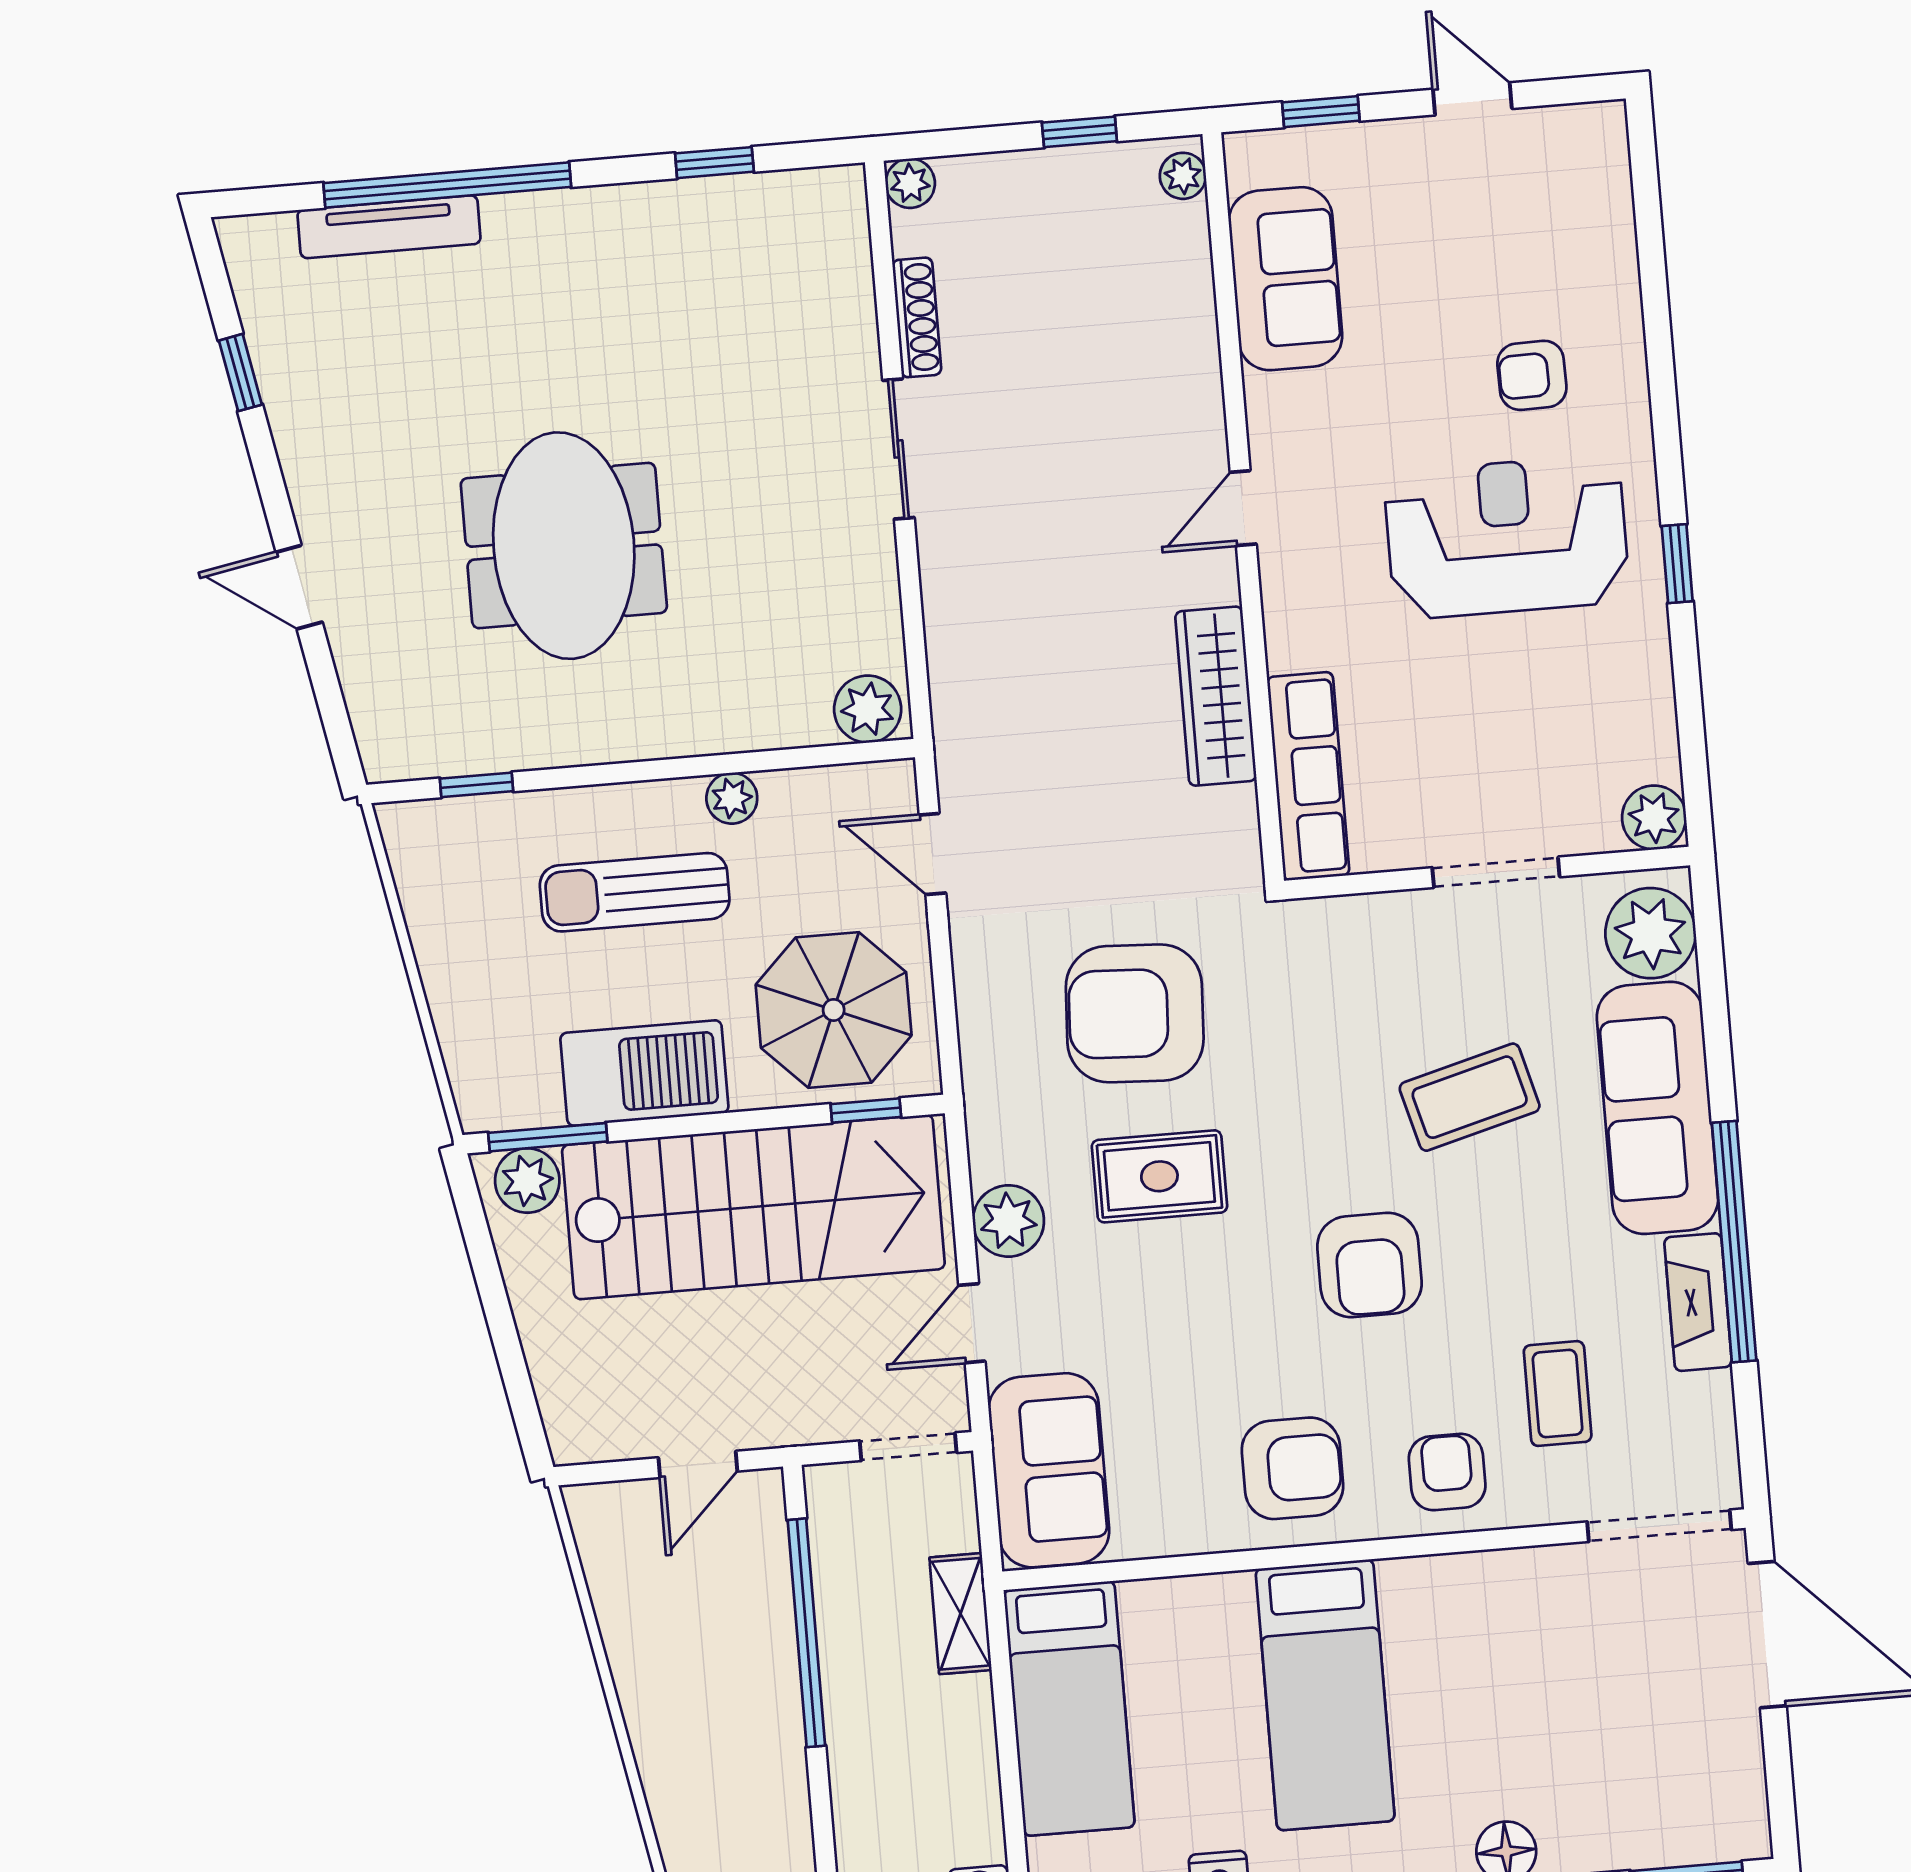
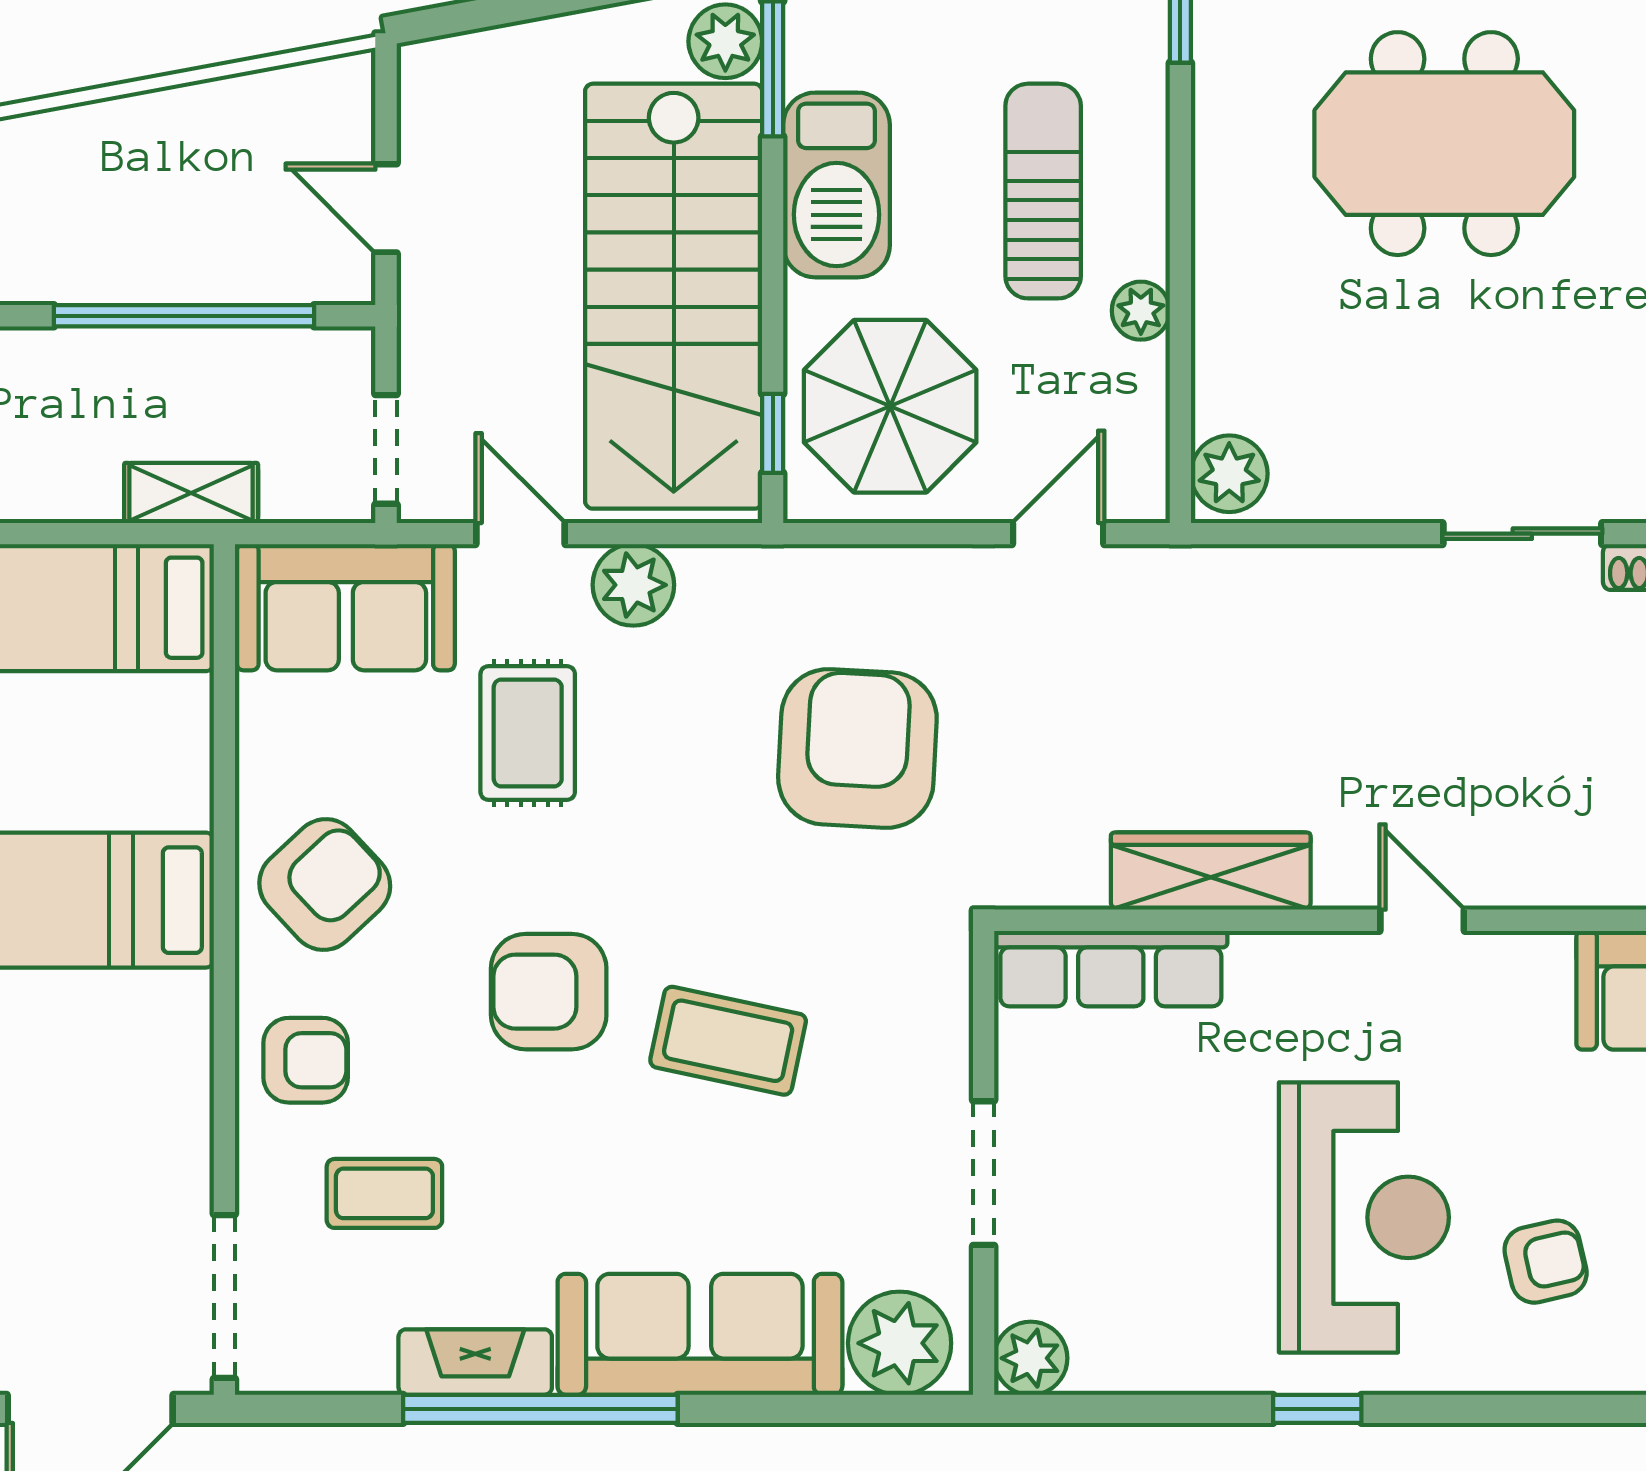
armchair: (1532, 375) -> (1546, 1262), turned 78
coffee table: (1470, 1097) -> (728, 1041), moved, turned -63
rug: (1159, 1176) -> (528, 733), moved
armchair: (1292, 1468) -> (325, 885), turned -133

